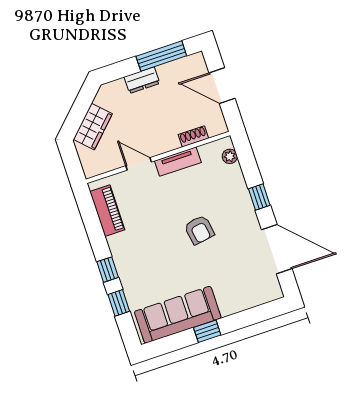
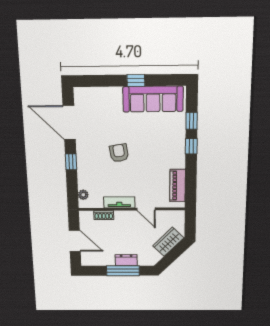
window: (161, 56) -> (123, 271), moved

